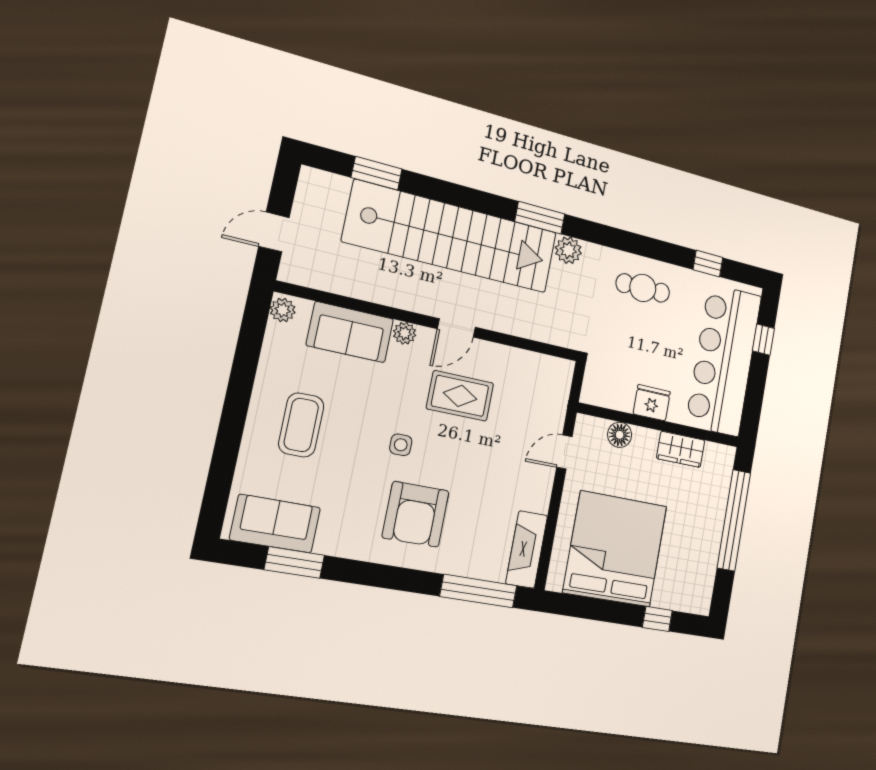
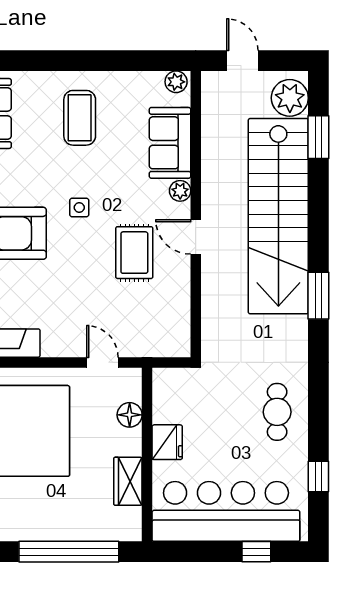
plant: (568, 250) -> (290, 98), moved, width x1.36, depth x1.36
coffee table: (301, 425) -> (80, 118), turned 90

